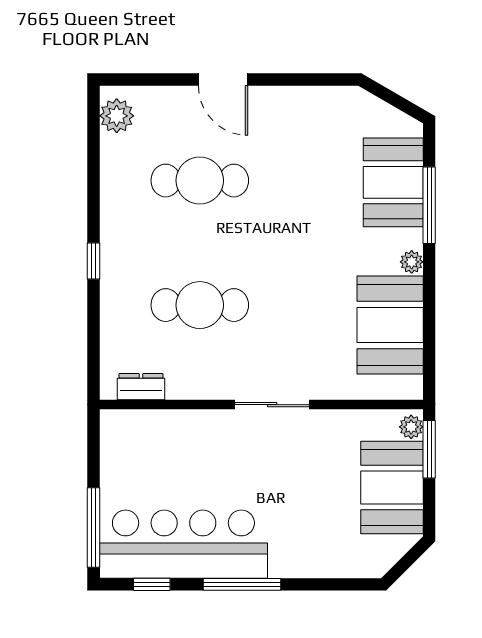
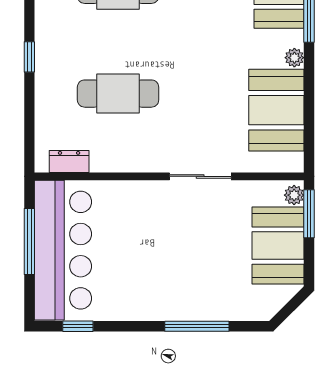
sliding door: (272, 405) -> (200, 176), moved
window: (93, 527) -> (29, 242), moved
bar counter: (183, 544) -> (63, 250), moved, turned 90
window: (242, 584) -> (197, 326), moved

